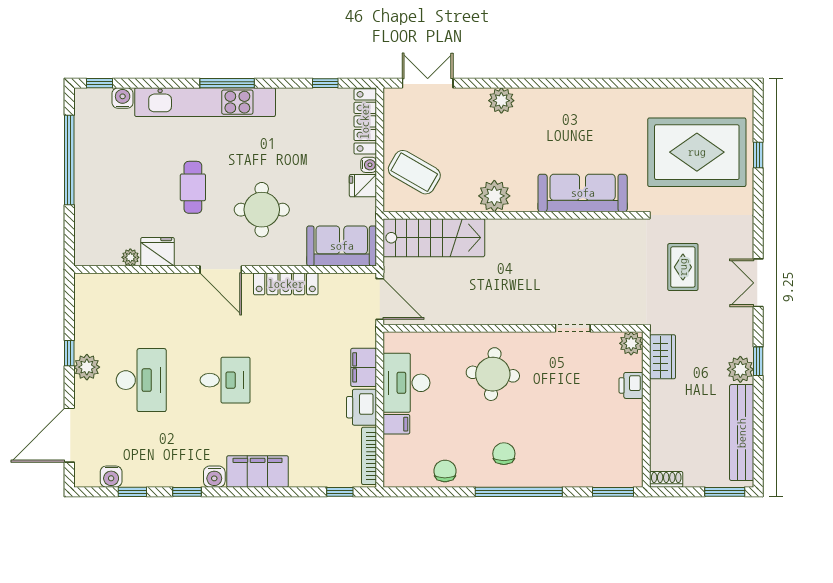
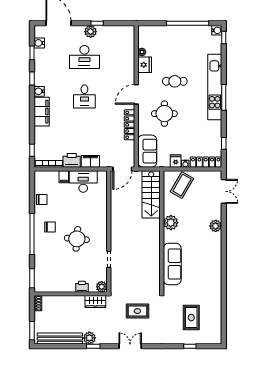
water cooler: (123, 98) -> (217, 30), moved
rug: (697, 152) -> (191, 318), width x0.54, depth x0.49
round table: (493, 374) -> (77, 239), moved

